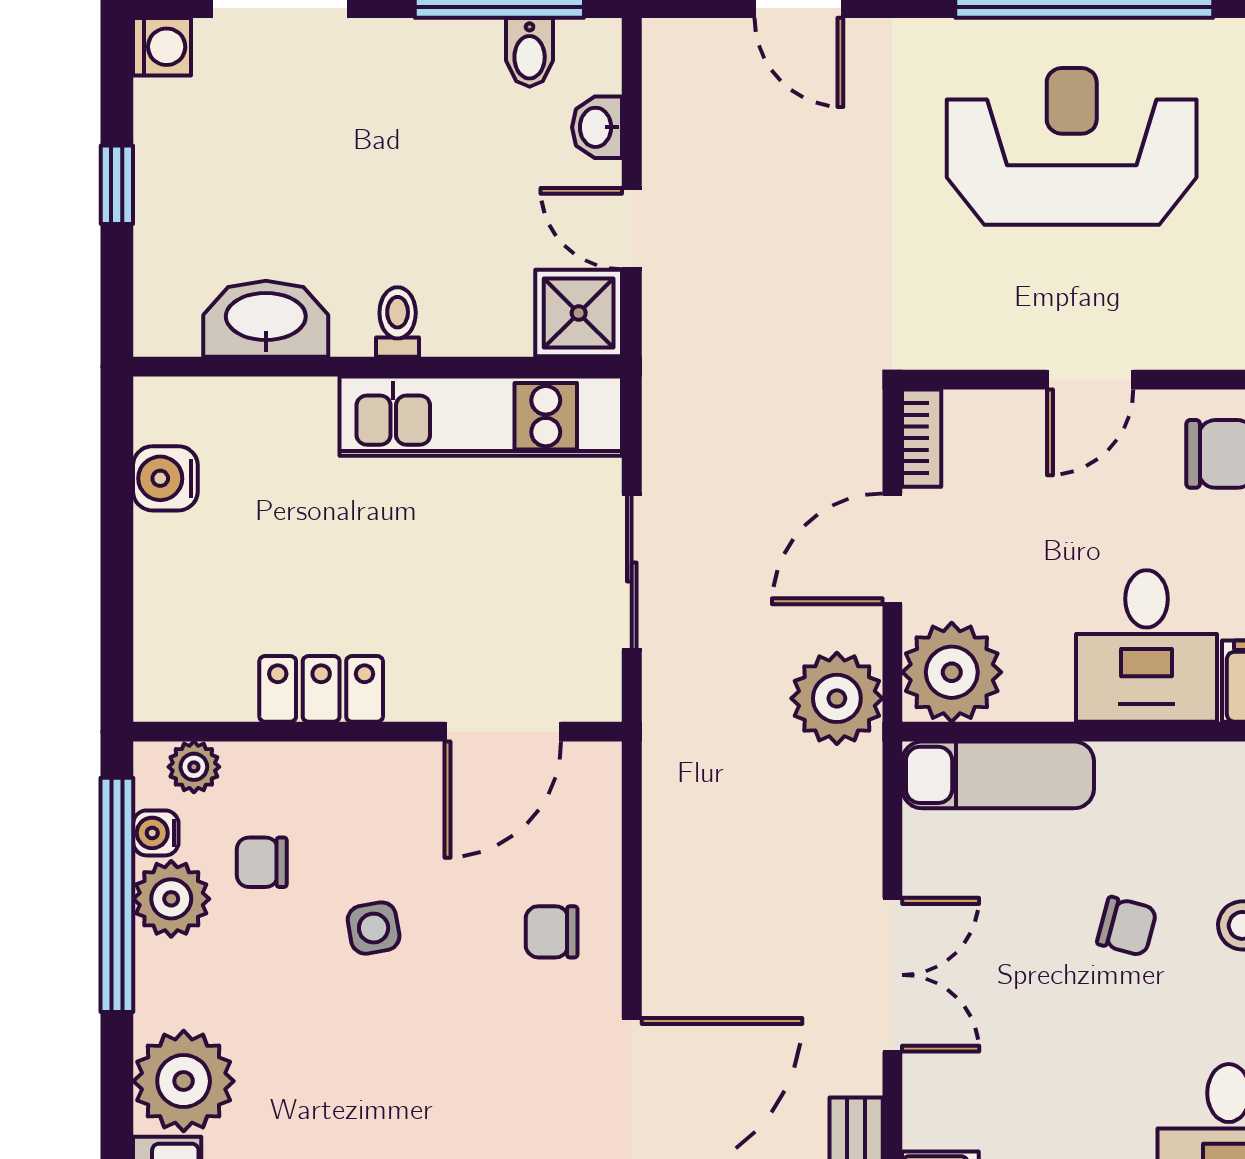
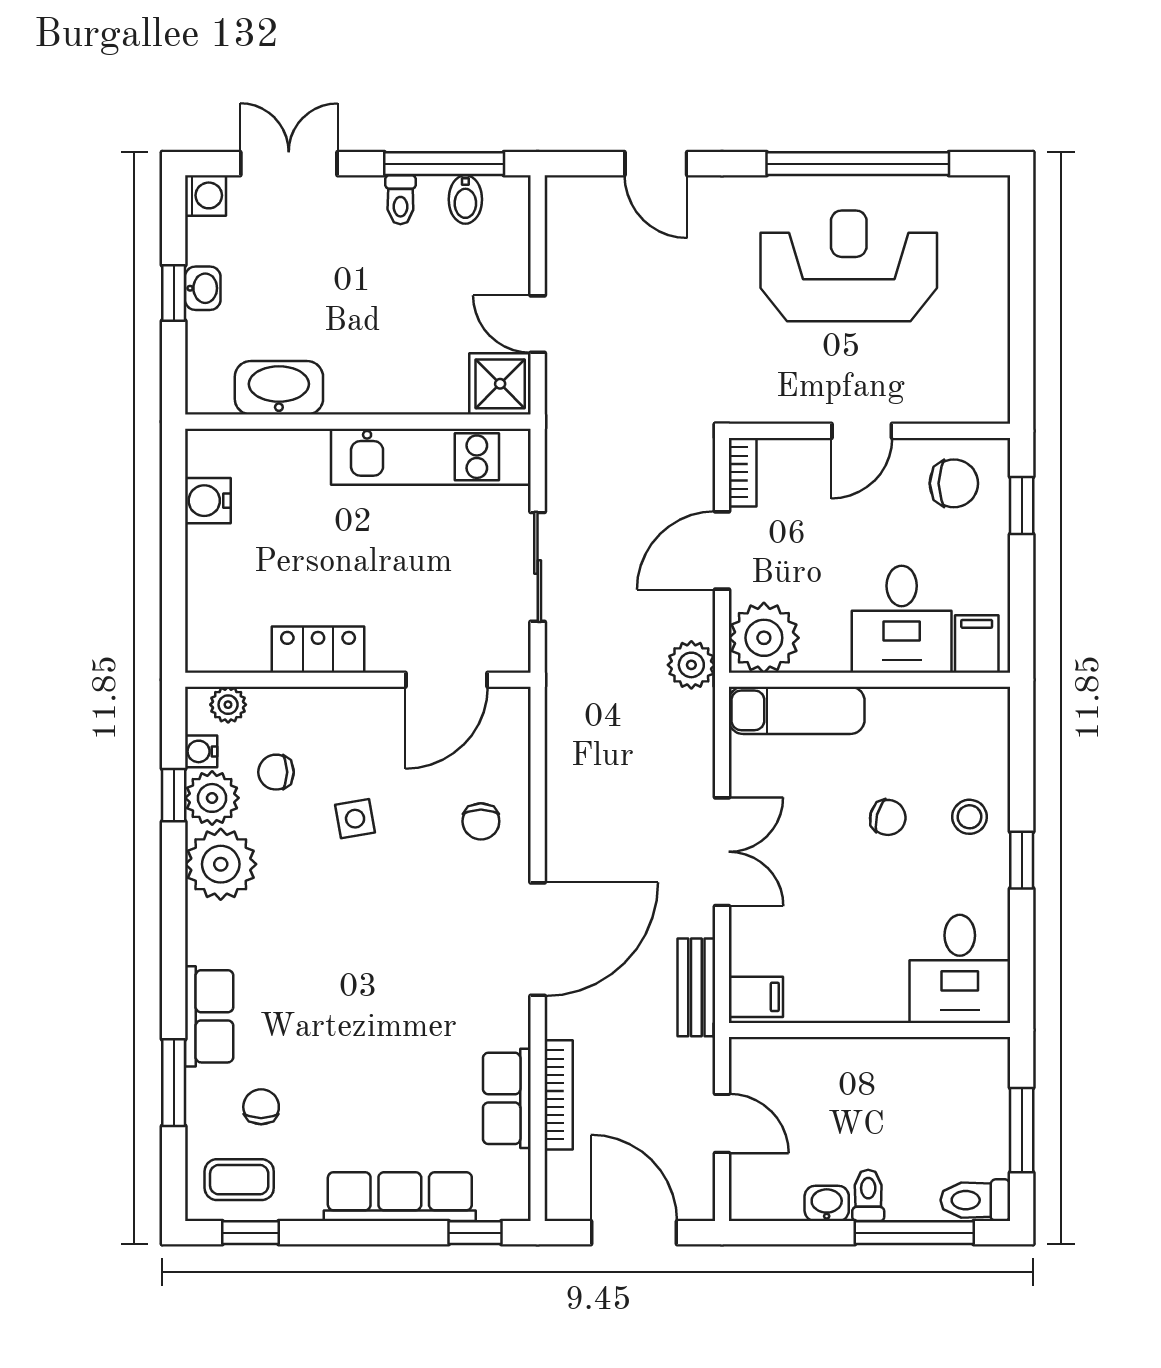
washbasin: (597, 127) -> (203, 288), moved, turned 180
toilet: (398, 322) -> (400, 200), moved, turned 180
plant: (837, 698) -> (691, 665), width x0.73, depth x0.73
window: (117, 895) -> (174, 795), width x0.32
chair: (552, 932) -> (481, 821), turned -90
plant: (184, 1081) -> (221, 864), moved

